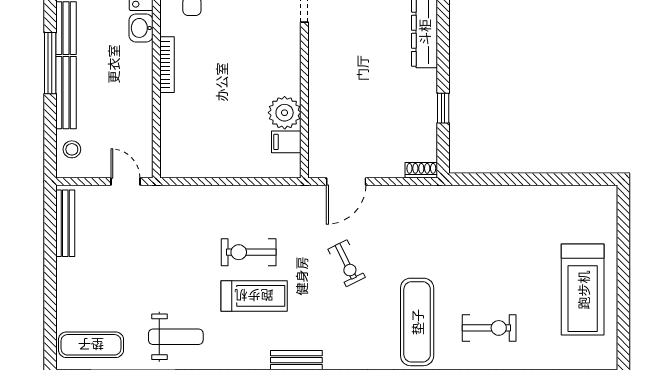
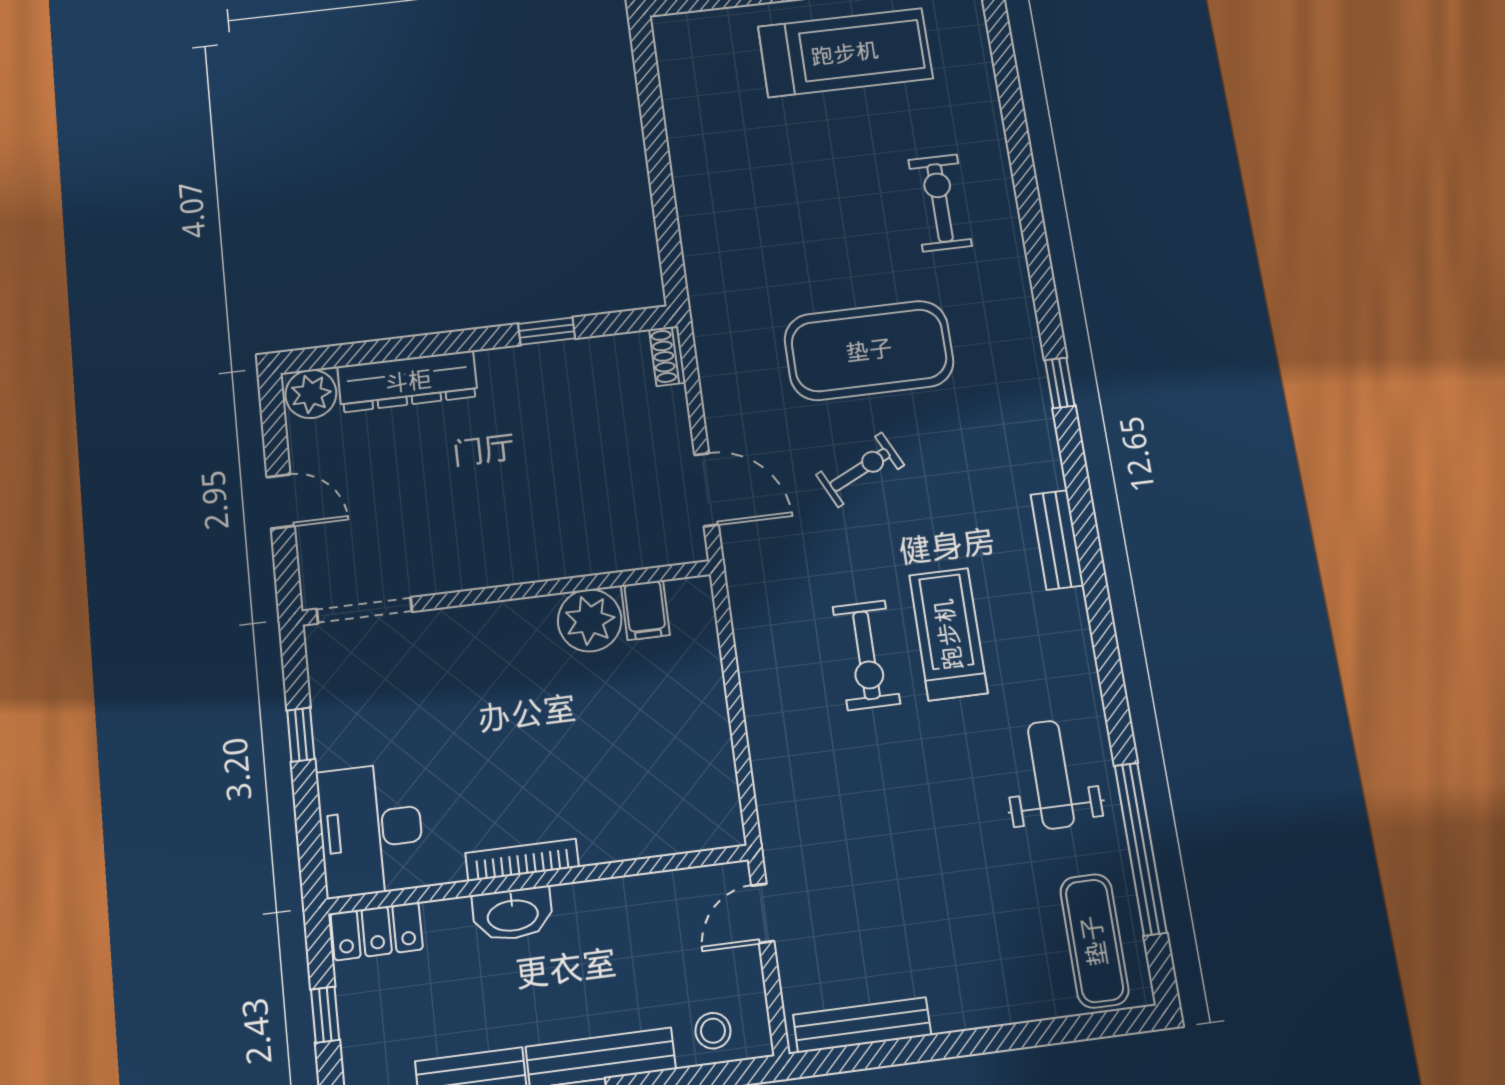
washbasin: (141, 28) -> (513, 914), moved, width x1.38
exercise mat: (417, 322) -> (869, 350), moved, width x1.47

